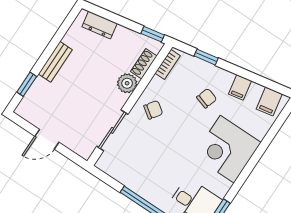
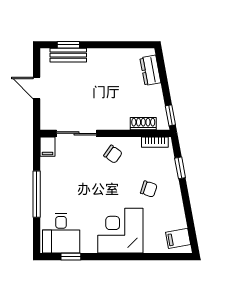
bench: (55, 62) -> (68, 55), moved
plant: (127, 83) -> (120, 121), removed
filing cabinet: (240, 87) -> (47, 147), moved, turned -80

